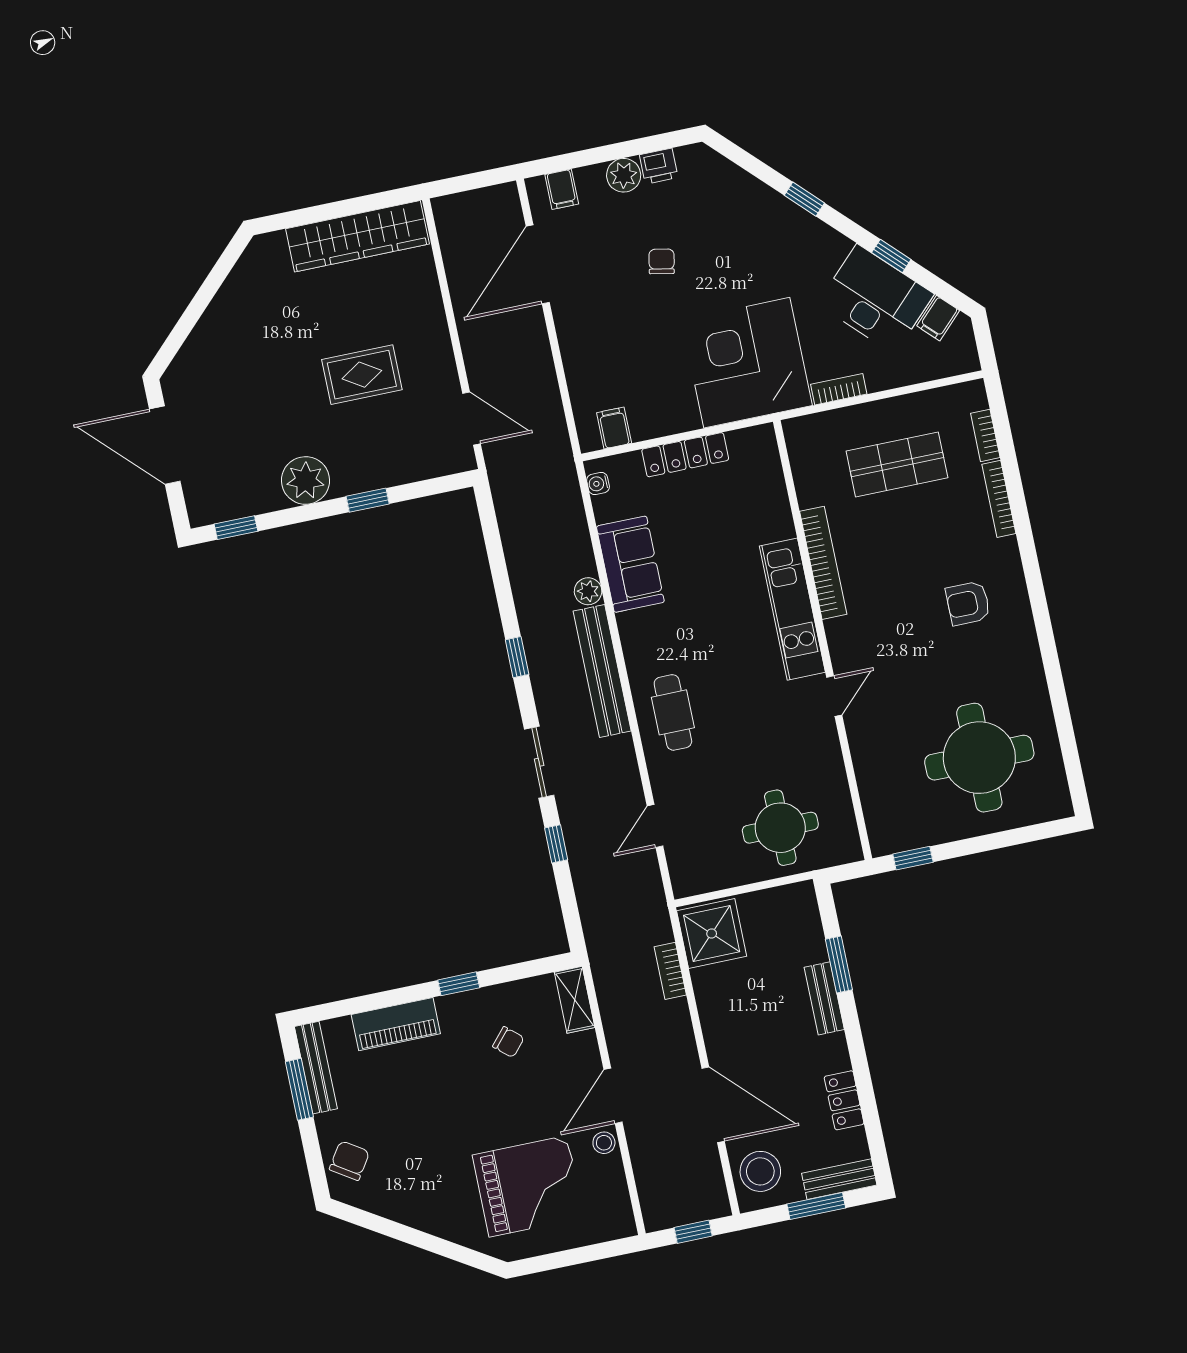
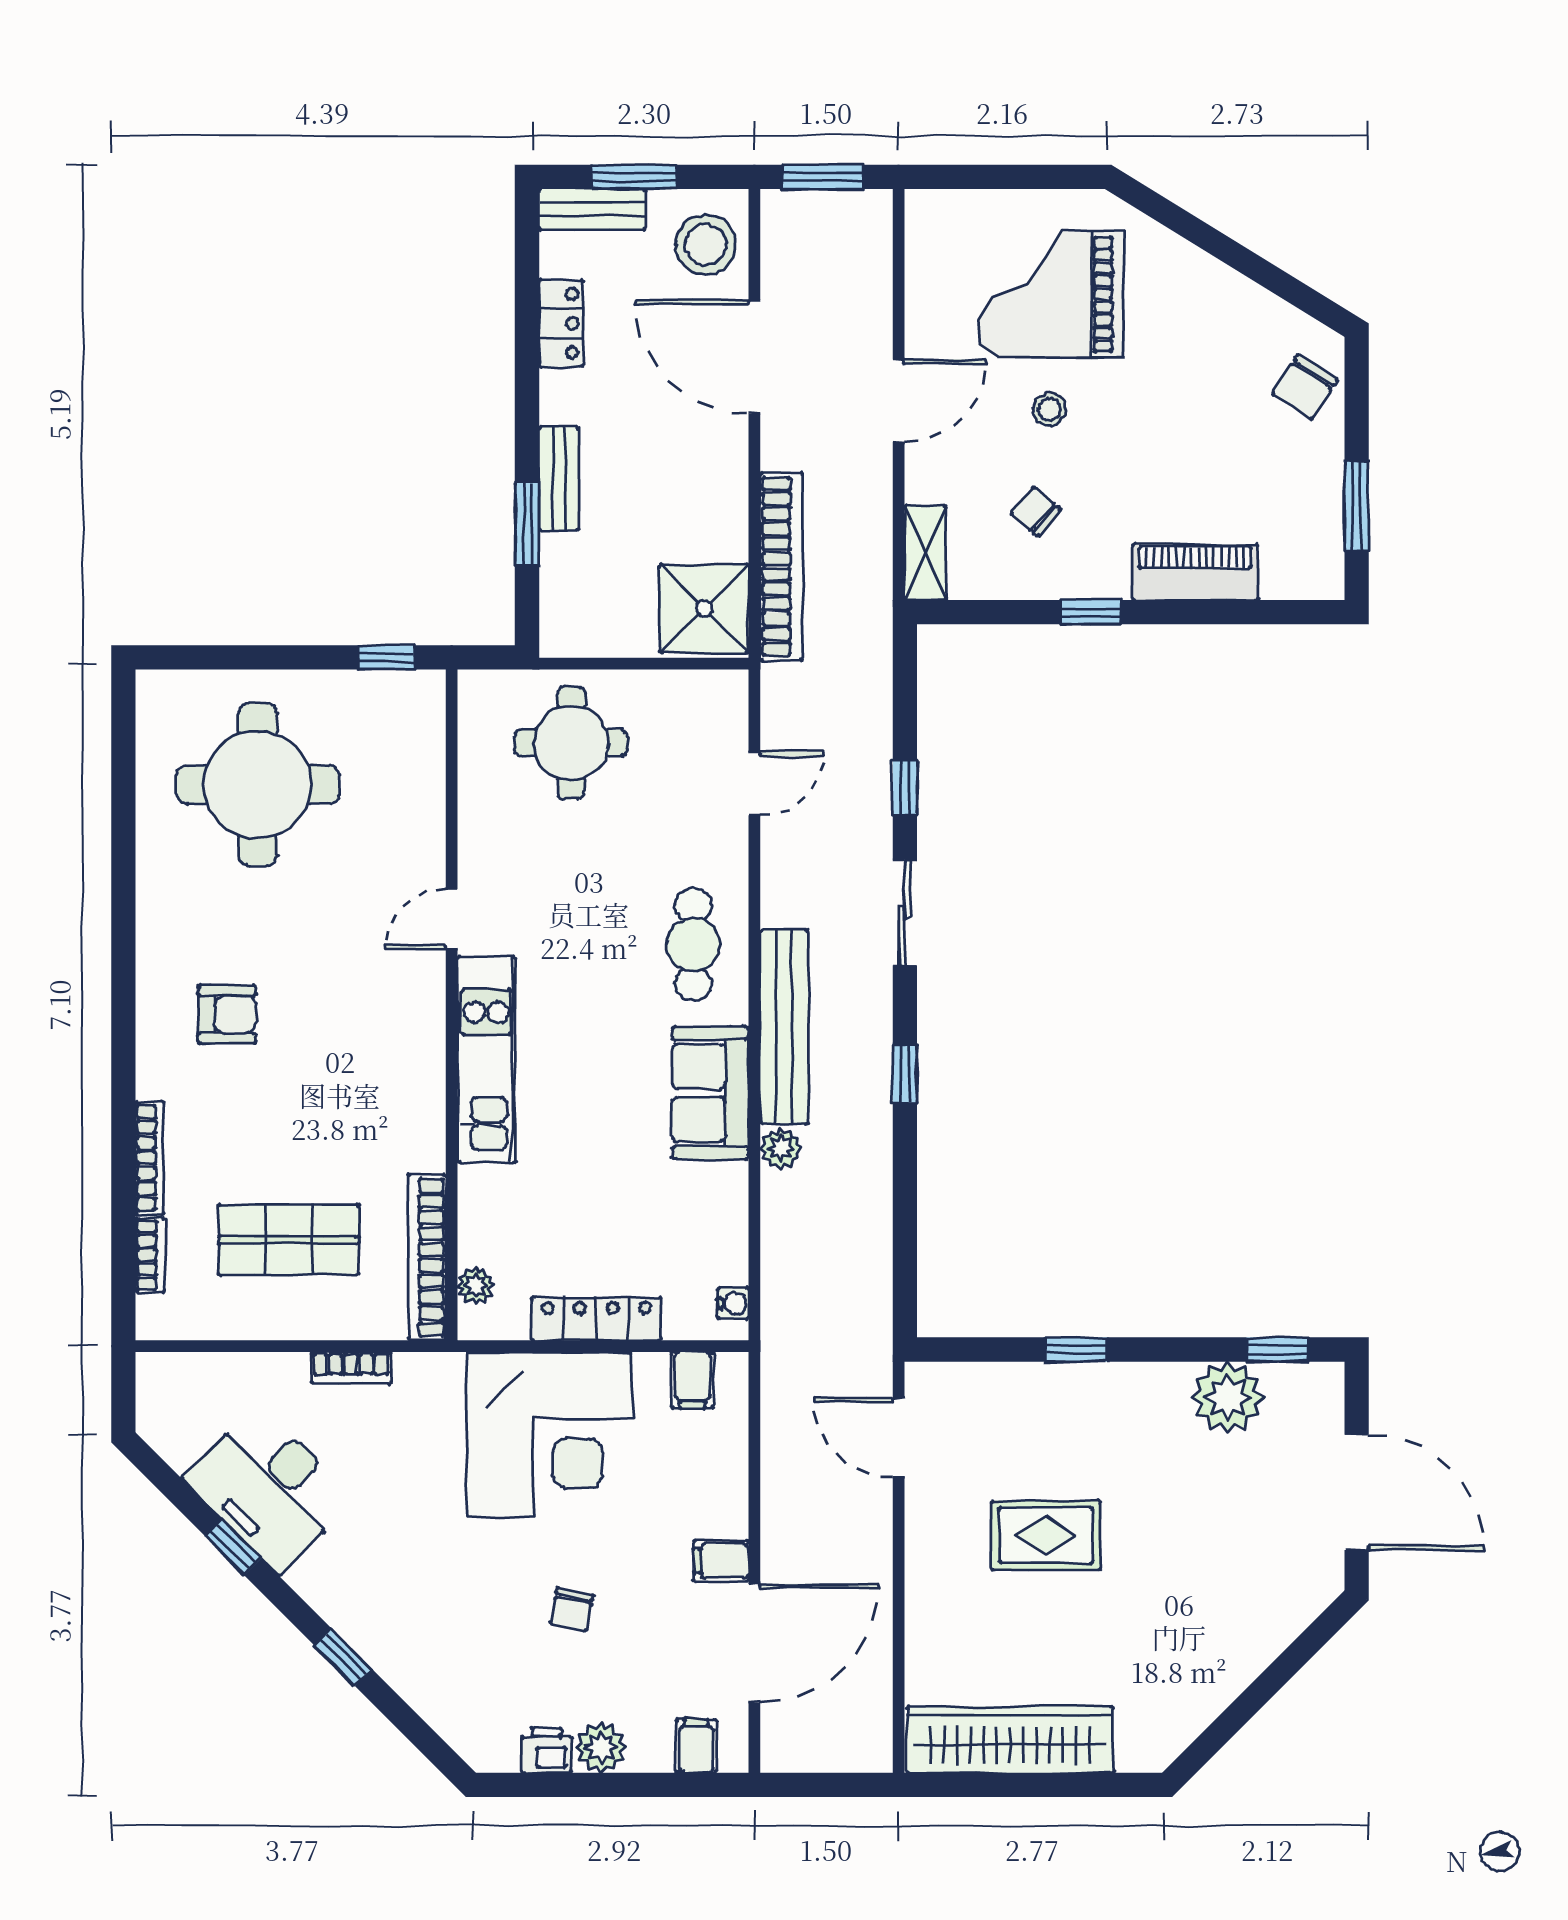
filing cabinet: (938, 318) -> (721, 1561), moved, turned -135
corner desk: (747, 363) -> (549, 1435), moved
plant: (769, 460) -> (476, 1285), added
plant: (306, 480) -> (1228, 1397), moved
bookcase: (823, 563) -> (427, 1257), moved
sofa: (630, 564) -> (710, 1093), moved
bookcase: (670, 971) -> (781, 566), width x2.31, depth x1.31
bench: (316, 1068) -> (1326, 533), removed
stool: (604, 1143) -> (1049, 409), moved
window: (693, 1232) -> (823, 177), width x1.50

